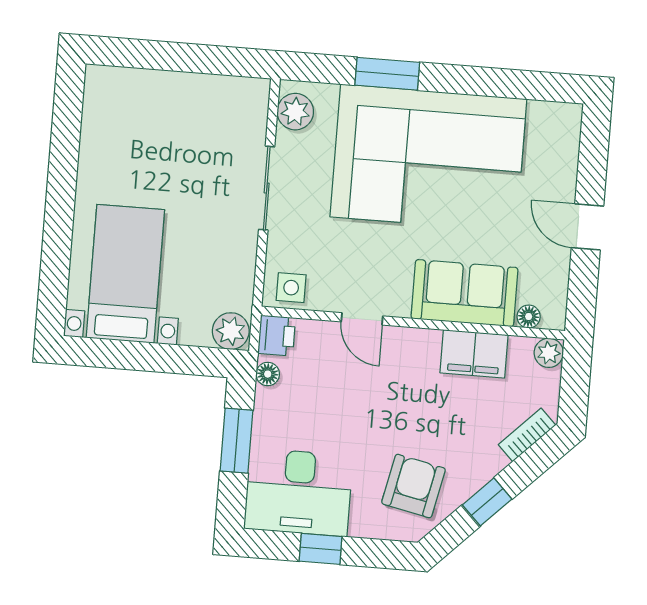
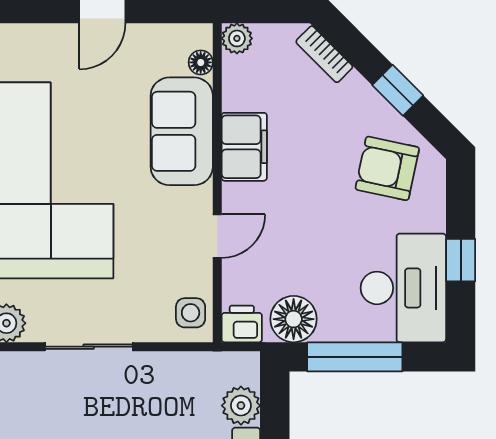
plant: (231, 331) -> (241, 406), moved
filing cabinet: (474, 354) -> (244, 147), moved
floor lamp: (268, 374) -> (294, 319), width x1.89, depth x1.89
window: (237, 441) -> (355, 357), width x1.44

